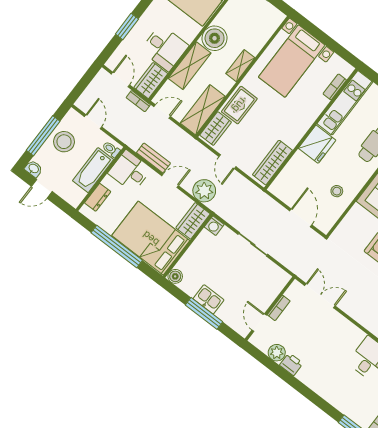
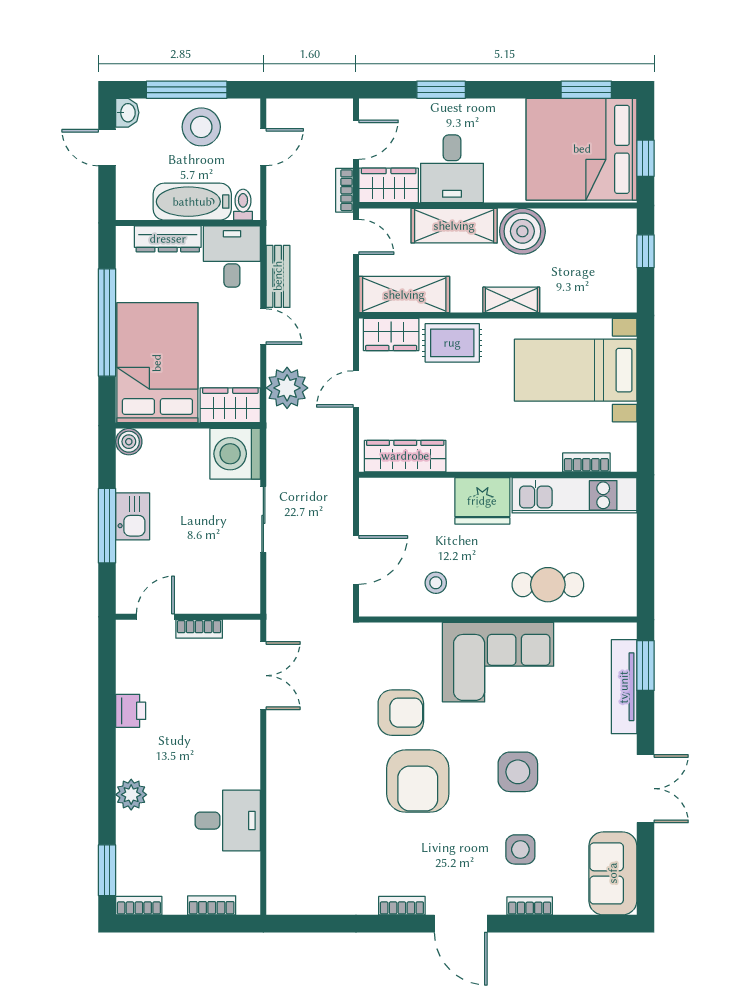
dresser: (98, 197) -> (168, 239), width x1.44
washing machine: (214, 226) -> (235, 454), width x1.89, depth x1.89
plant: (277, 353) -> (131, 795), moved

